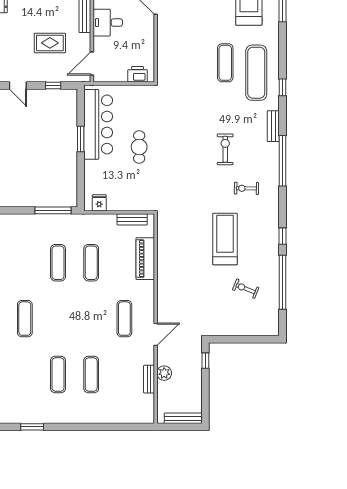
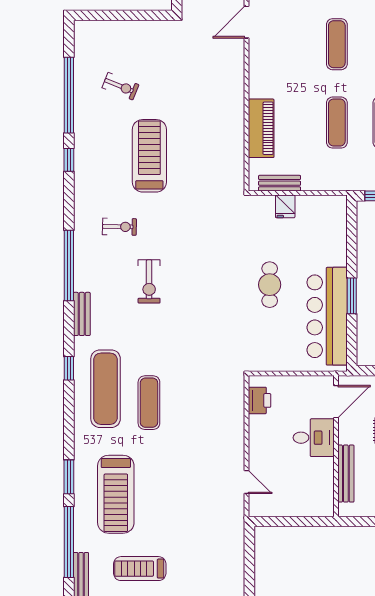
desk: (108, 23) -> (314, 438), moved
printer: (138, 74) -> (260, 400), moved, turned -90
fridge: (99, 203) -> (285, 206), moved
treadmill: (225, 239) -> (149, 156), turned 180
exercise mat: (124, 319) -> (337, 44), moved

